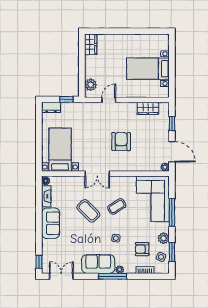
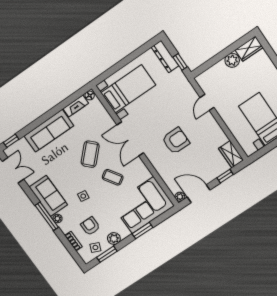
plant: (91, 85) -> (232, 60), moved
door: (109, 100) -> (207, 102), swing flipped
dresser: (51, 107) -> (165, 56), width x1.44
wardrobe: (148, 108) -> (231, 154), moved
door: (172, 152) -> (199, 194), swing flipped
double door: (97, 174) -> (130, 139), width x1.37
window: (172, 213) -> (143, 231), width x0.69
sofa: (51, 223) -> (49, 131), width x1.36

